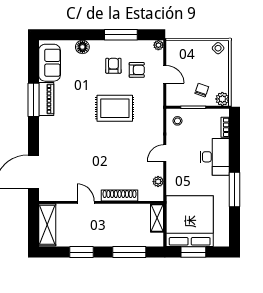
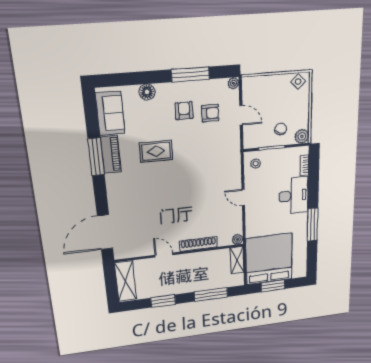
rug: (115, 108) -> (156, 151), moved, width x0.73, depth x0.70
door: (165, 153) -> (243, 197), hinge flipped
plant: (158, 182) -> (237, 239), moved

